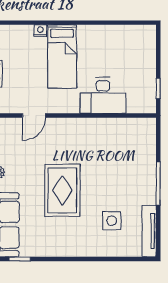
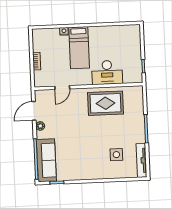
rug: (62, 190) -> (106, 103), moved, turned 90

